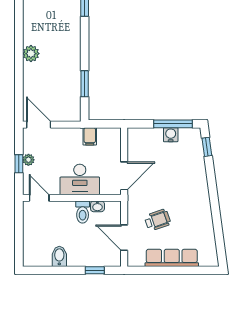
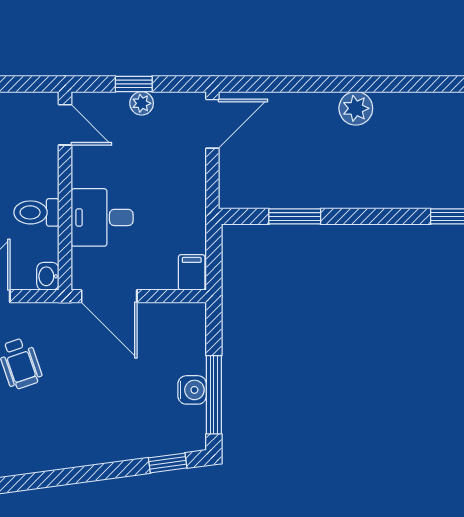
filing cabinet: (90, 136) -> (192, 272), moved, turned 90
desk: (80, 179) -> (102, 217), width x0.73
door: (39, 198) -> (65, 125), hinge flipped
washbasin: (97, 206) -> (48, 276), moved

